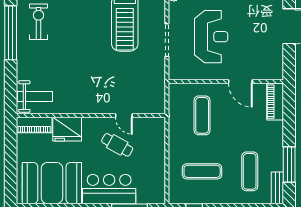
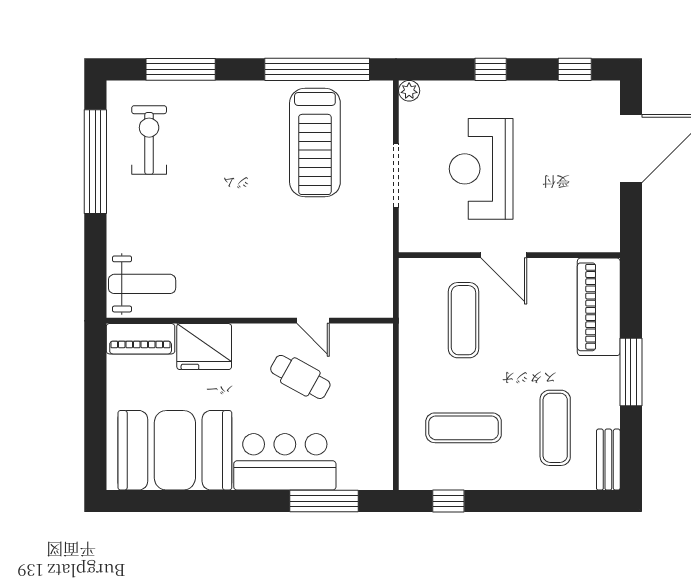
reception desk: (211, 37) -> (481, 169), turned 180
door: (240, 82) -> (504, 255), moved
piano: (275, 102) -> (599, 307), width x1.37, depth x1.33
window: (289, 164) -> (631, 372), moved

